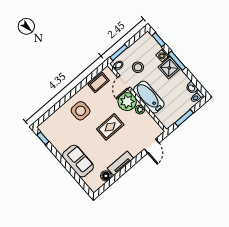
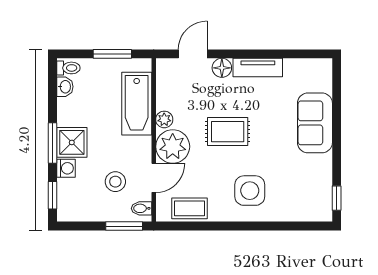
bathtub: (149, 97) -> (137, 104), moved
floor lamp: (106, 176) -> (222, 68), moved

